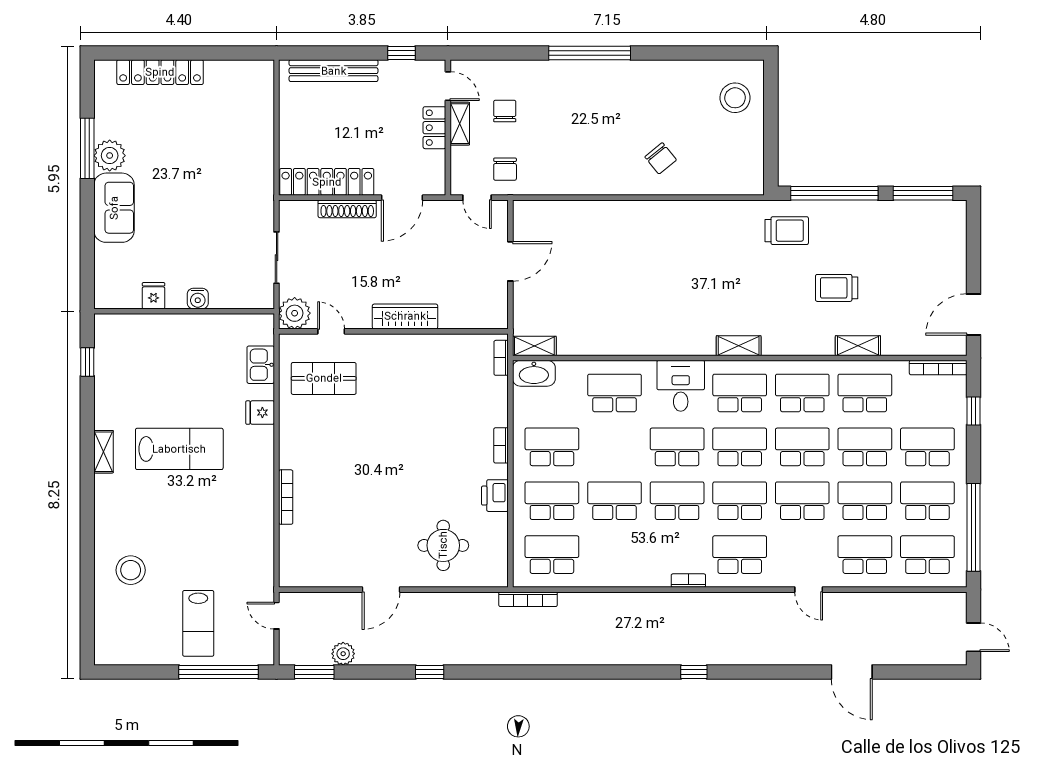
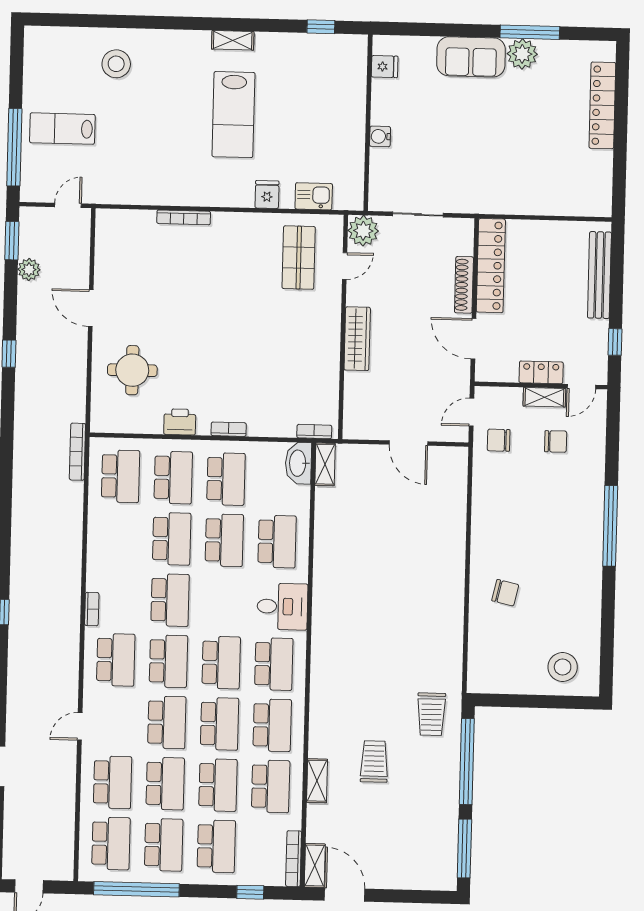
chair: (661, 158) -> (505, 593), turned -128
fridge: (154, 296) -> (385, 67), moved
shelving: (739, 346) -> (315, 865), moved
school desk: (677, 447) -> (224, 540), moved

